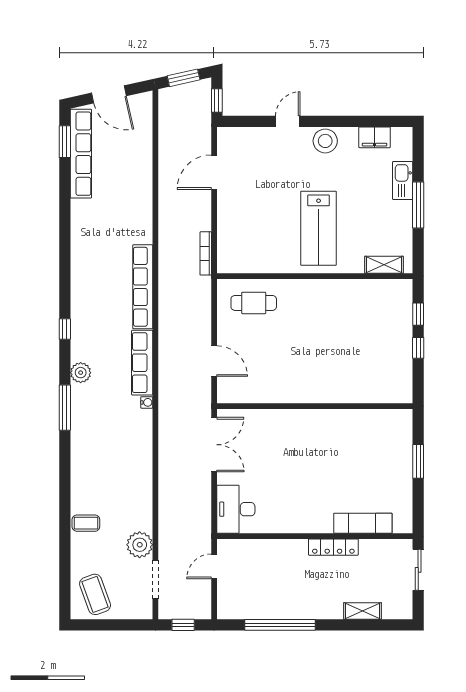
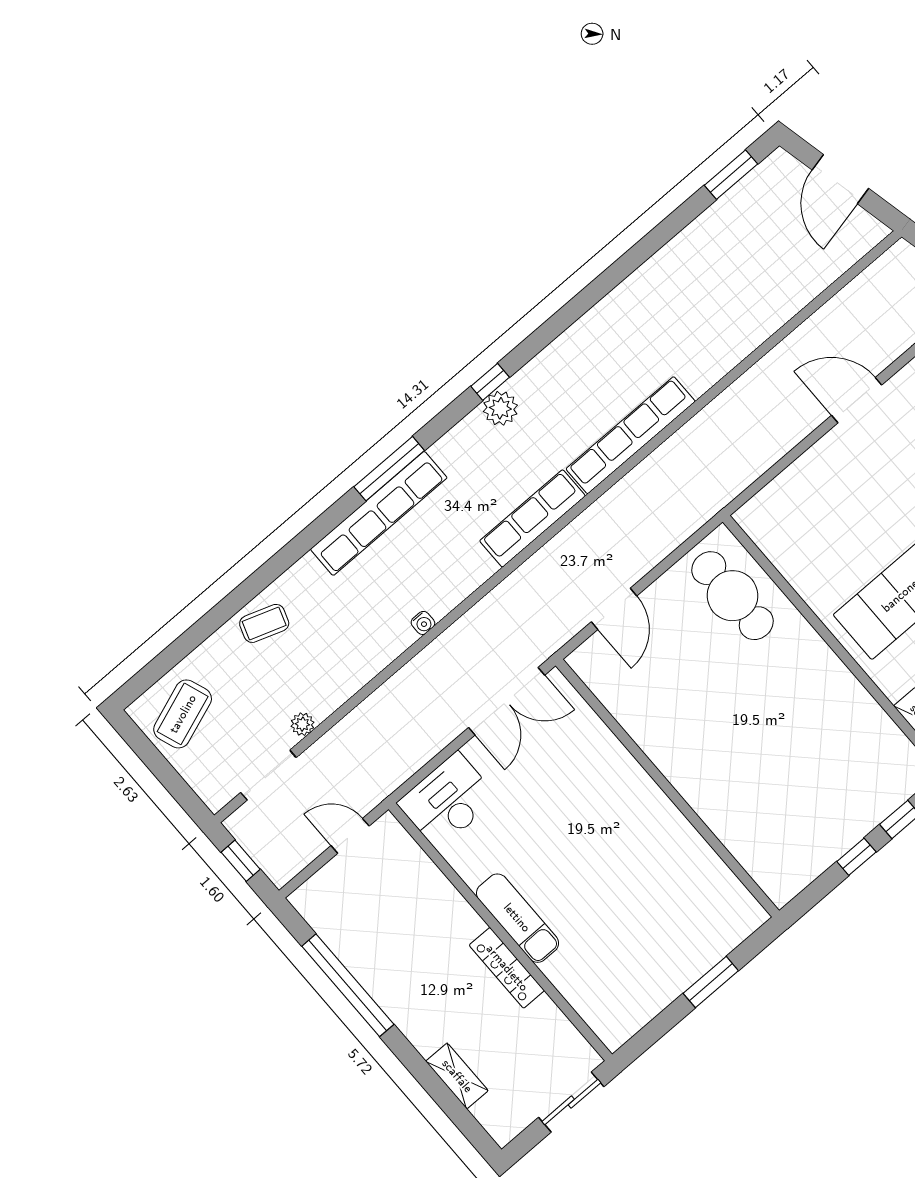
row of seats: (81, 154) -> (379, 513), moved
bookcase: (206, 253) -> (743, 479), removed
cafe table: (254, 303) -> (732, 596), width x1.37, depth x1.35
plant: (81, 373) -> (500, 408), moved
water cooler: (147, 402) -> (423, 623), moved
coffee table: (86, 523) -> (264, 623), turned -71
exam couch: (363, 523) -> (517, 918), moved
plant: (140, 545) -> (302, 724), width x0.53, depth x0.53

